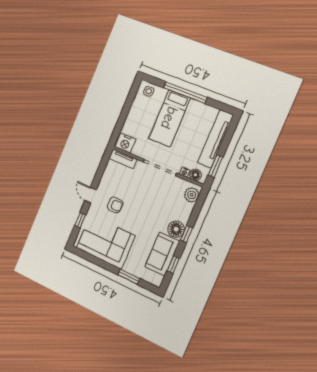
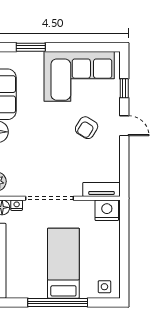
armchair: (115, 205) -> (87, 128), turned -58

